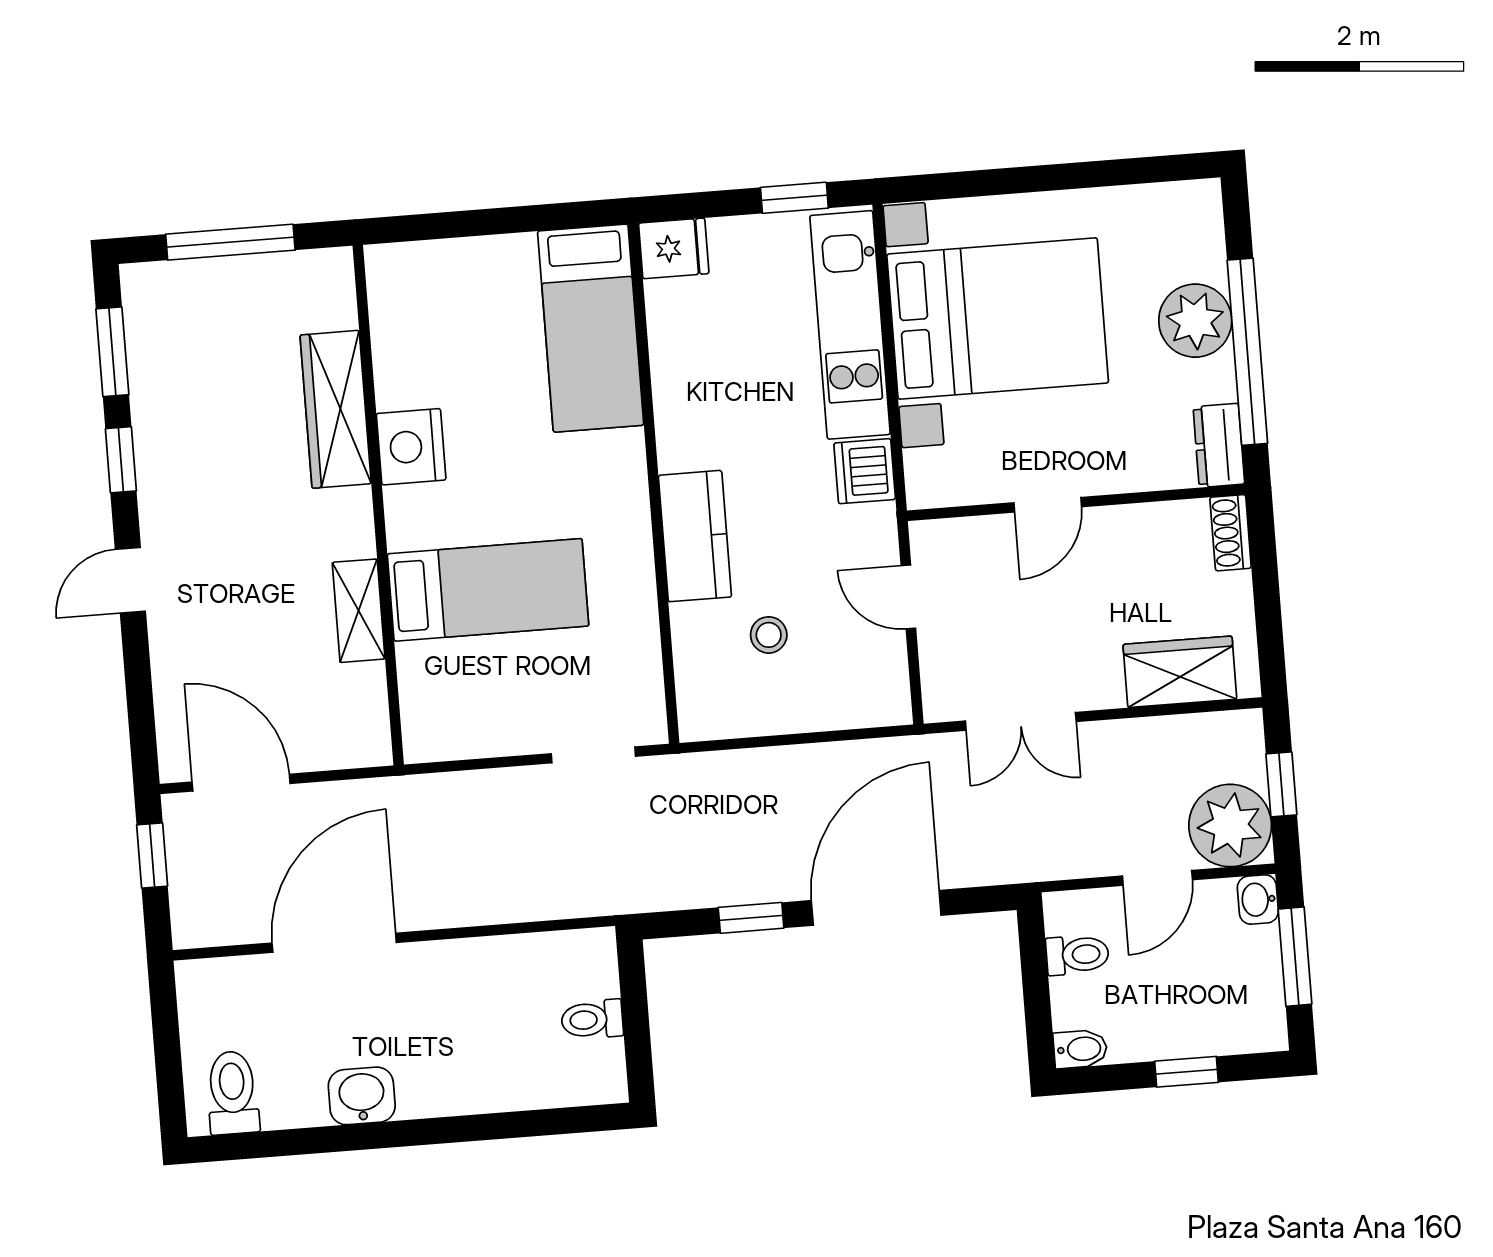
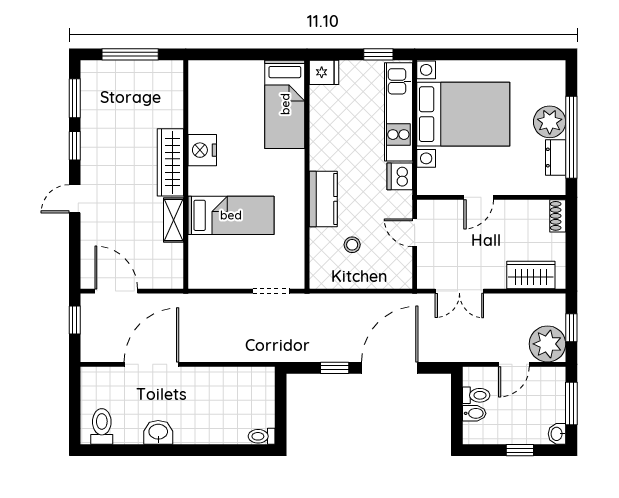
wardrobe: (336, 409) -> (170, 162), moved
dresser: (1219, 445) -> (556, 158), moved
washbasin: (1258, 899) -> (557, 434), moved
toilet: (592, 1019) -> (262, 436), moved
bidet: (1080, 1049) -> (474, 413), moved

